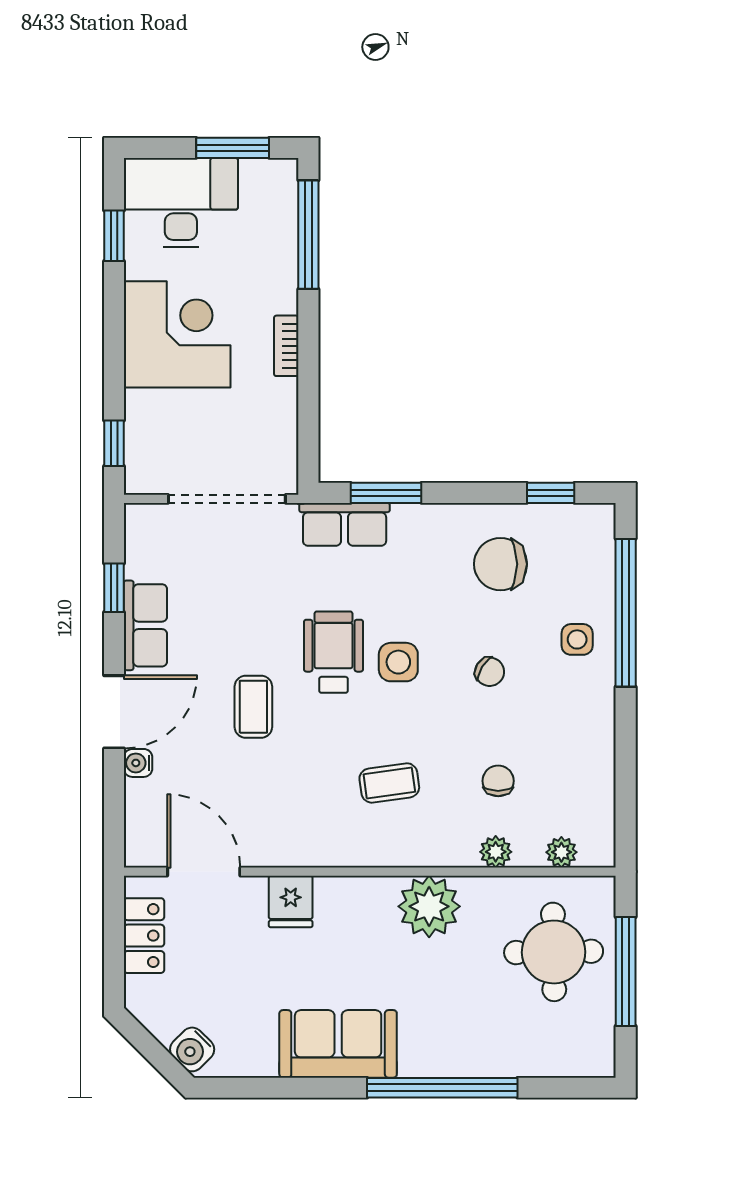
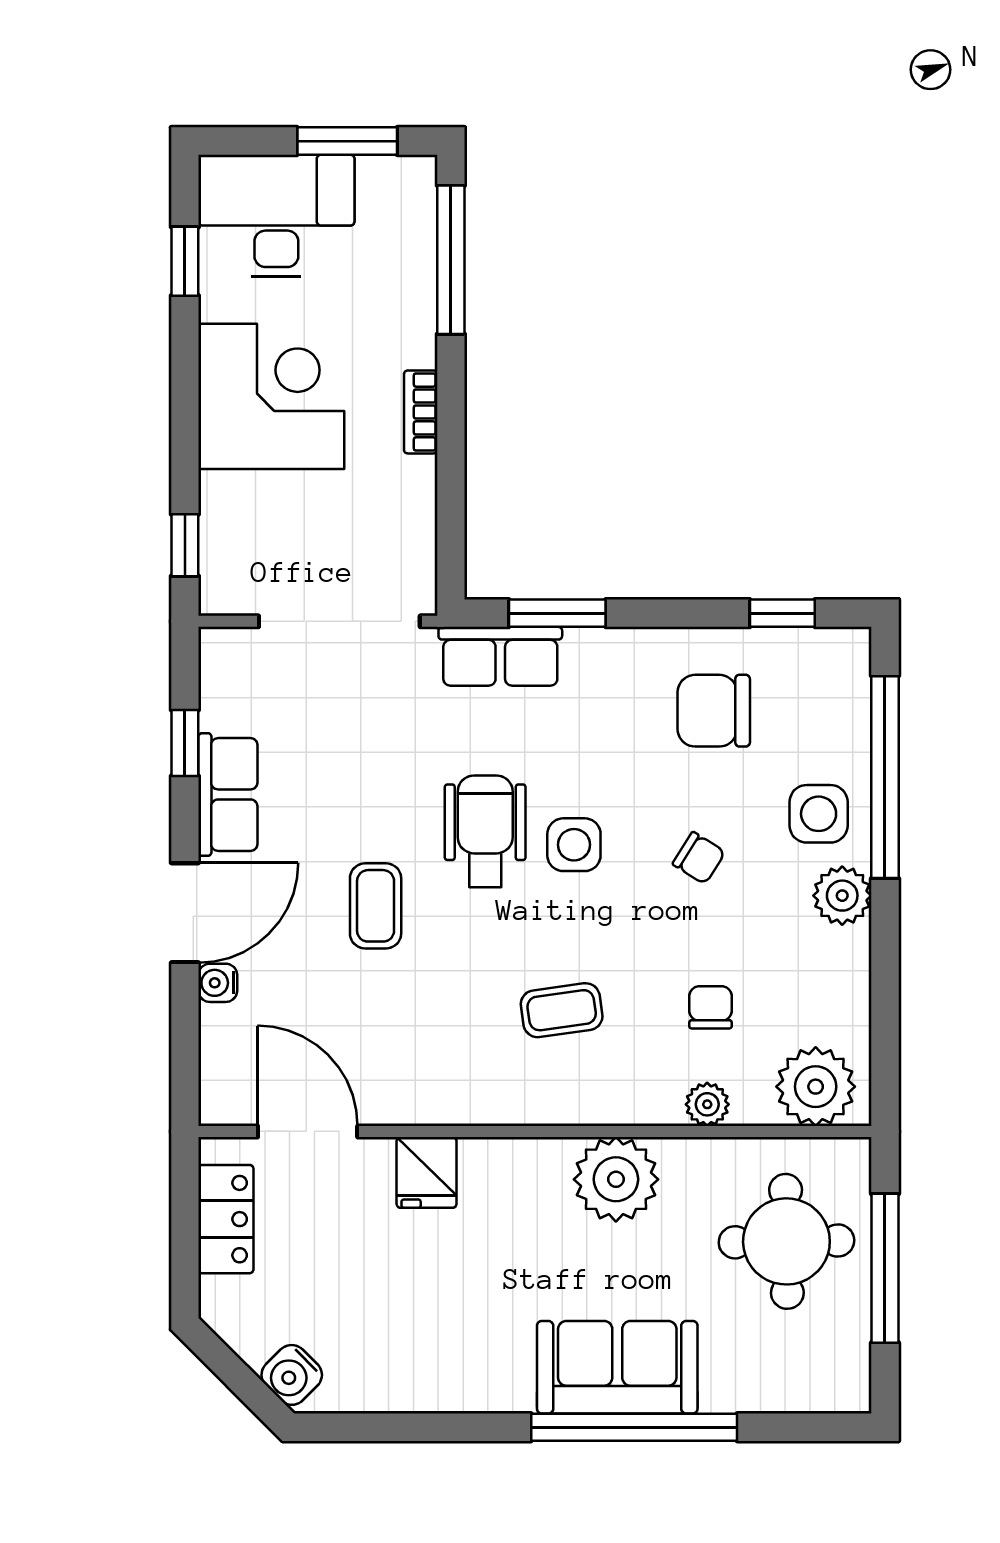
side table: (577, 639) -> (819, 814), width x1.37, depth x1.37
plant: (594, 699) -> (842, 896), added
plant: (561, 852) -> (816, 1087), width x1.87, depth x1.87
sofa: (338, 1044) -> (617, 1367), moved

